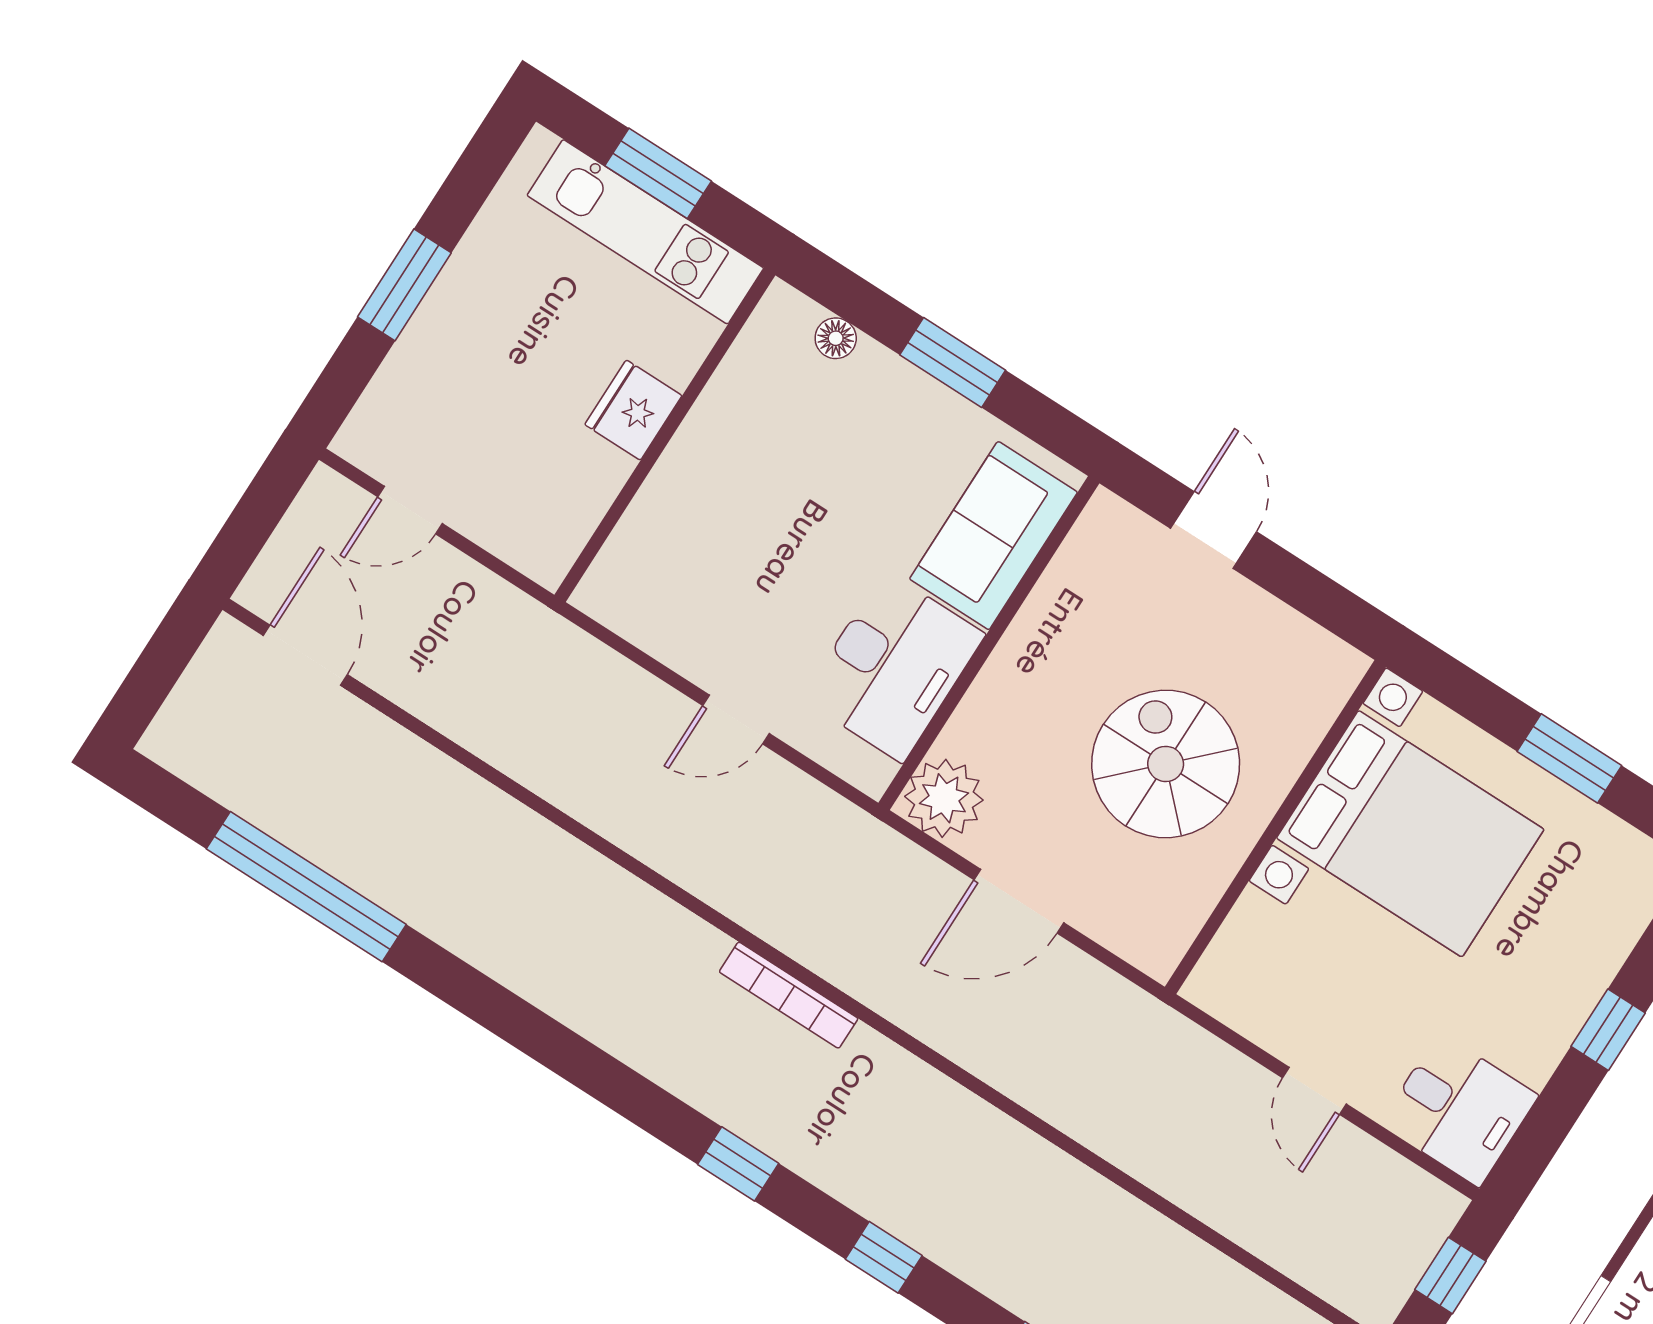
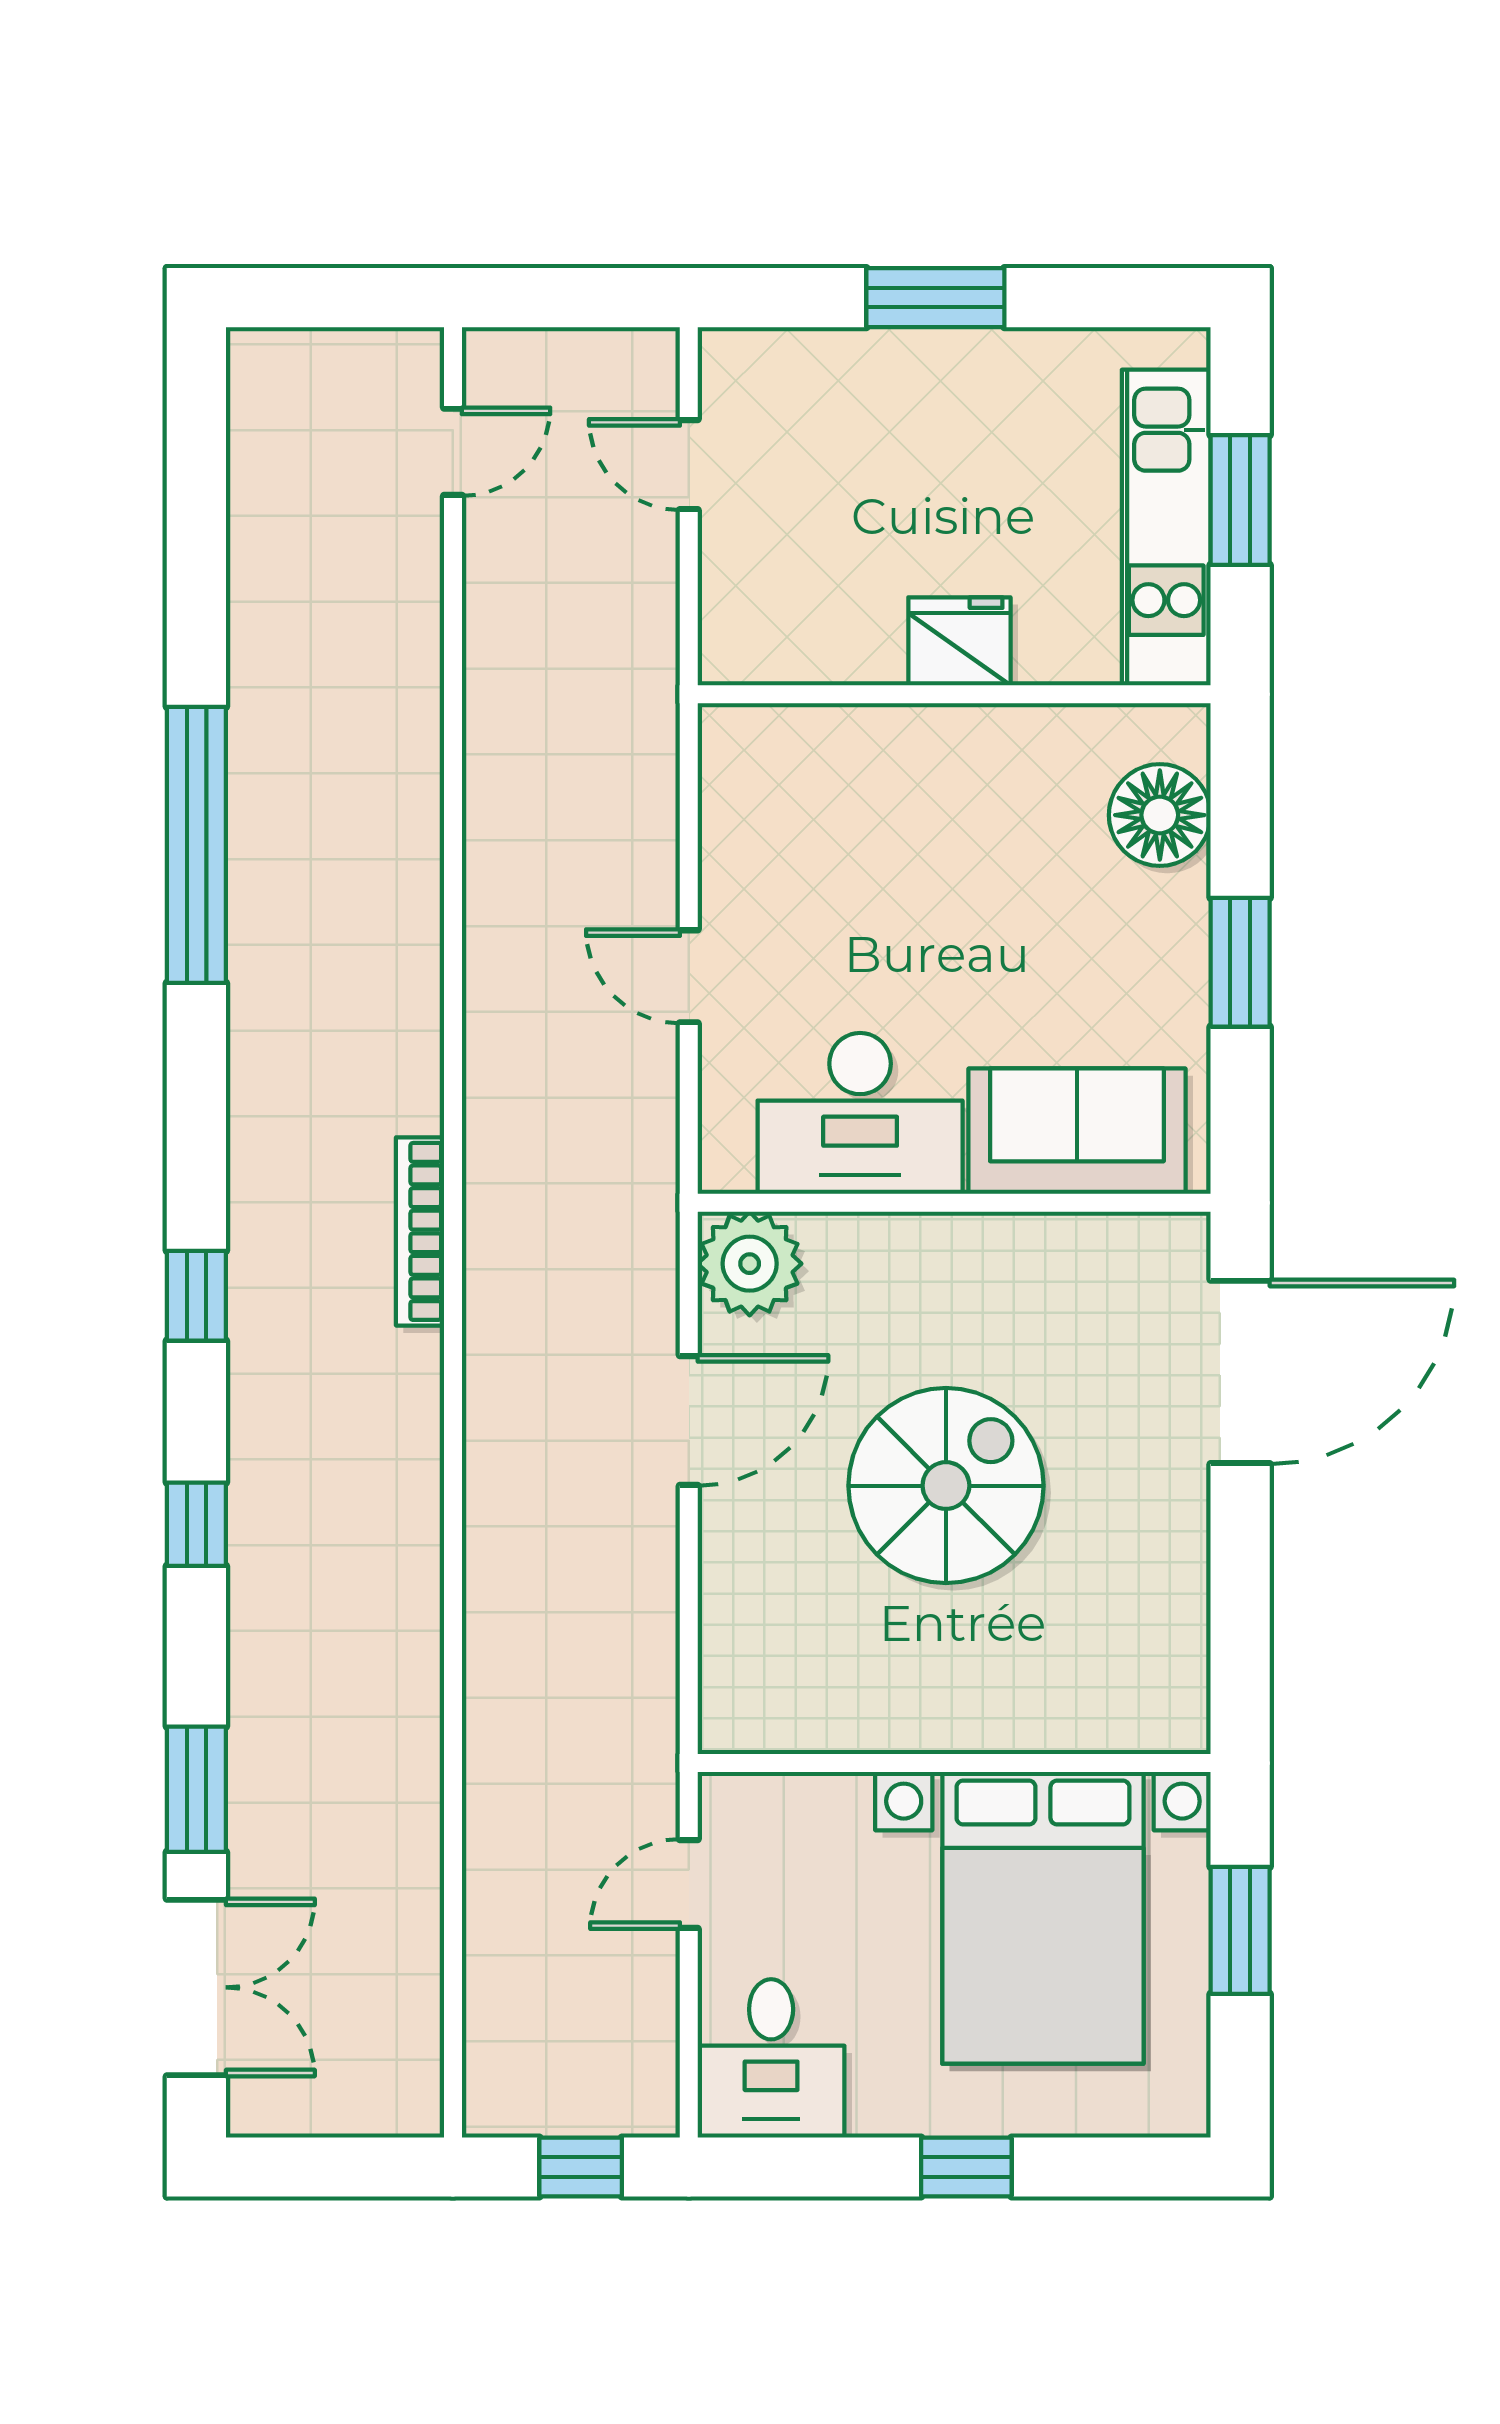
floor lamp: (836, 338) -> (1160, 815), width x1.89, depth x1.89
door: (1214, 530) -> (1240, 1372), width x1.88
door: (305, 655) -> (453, 452), width x0.73
wall: (1275, 827) -> (954, 1763), moved
bed with nightstands: (1410, 834) -> (1043, 1918), moved
window: (306, 887) -> (196, 845), moved
door: (1019, 901) -> (689, 1420), swing flipped

